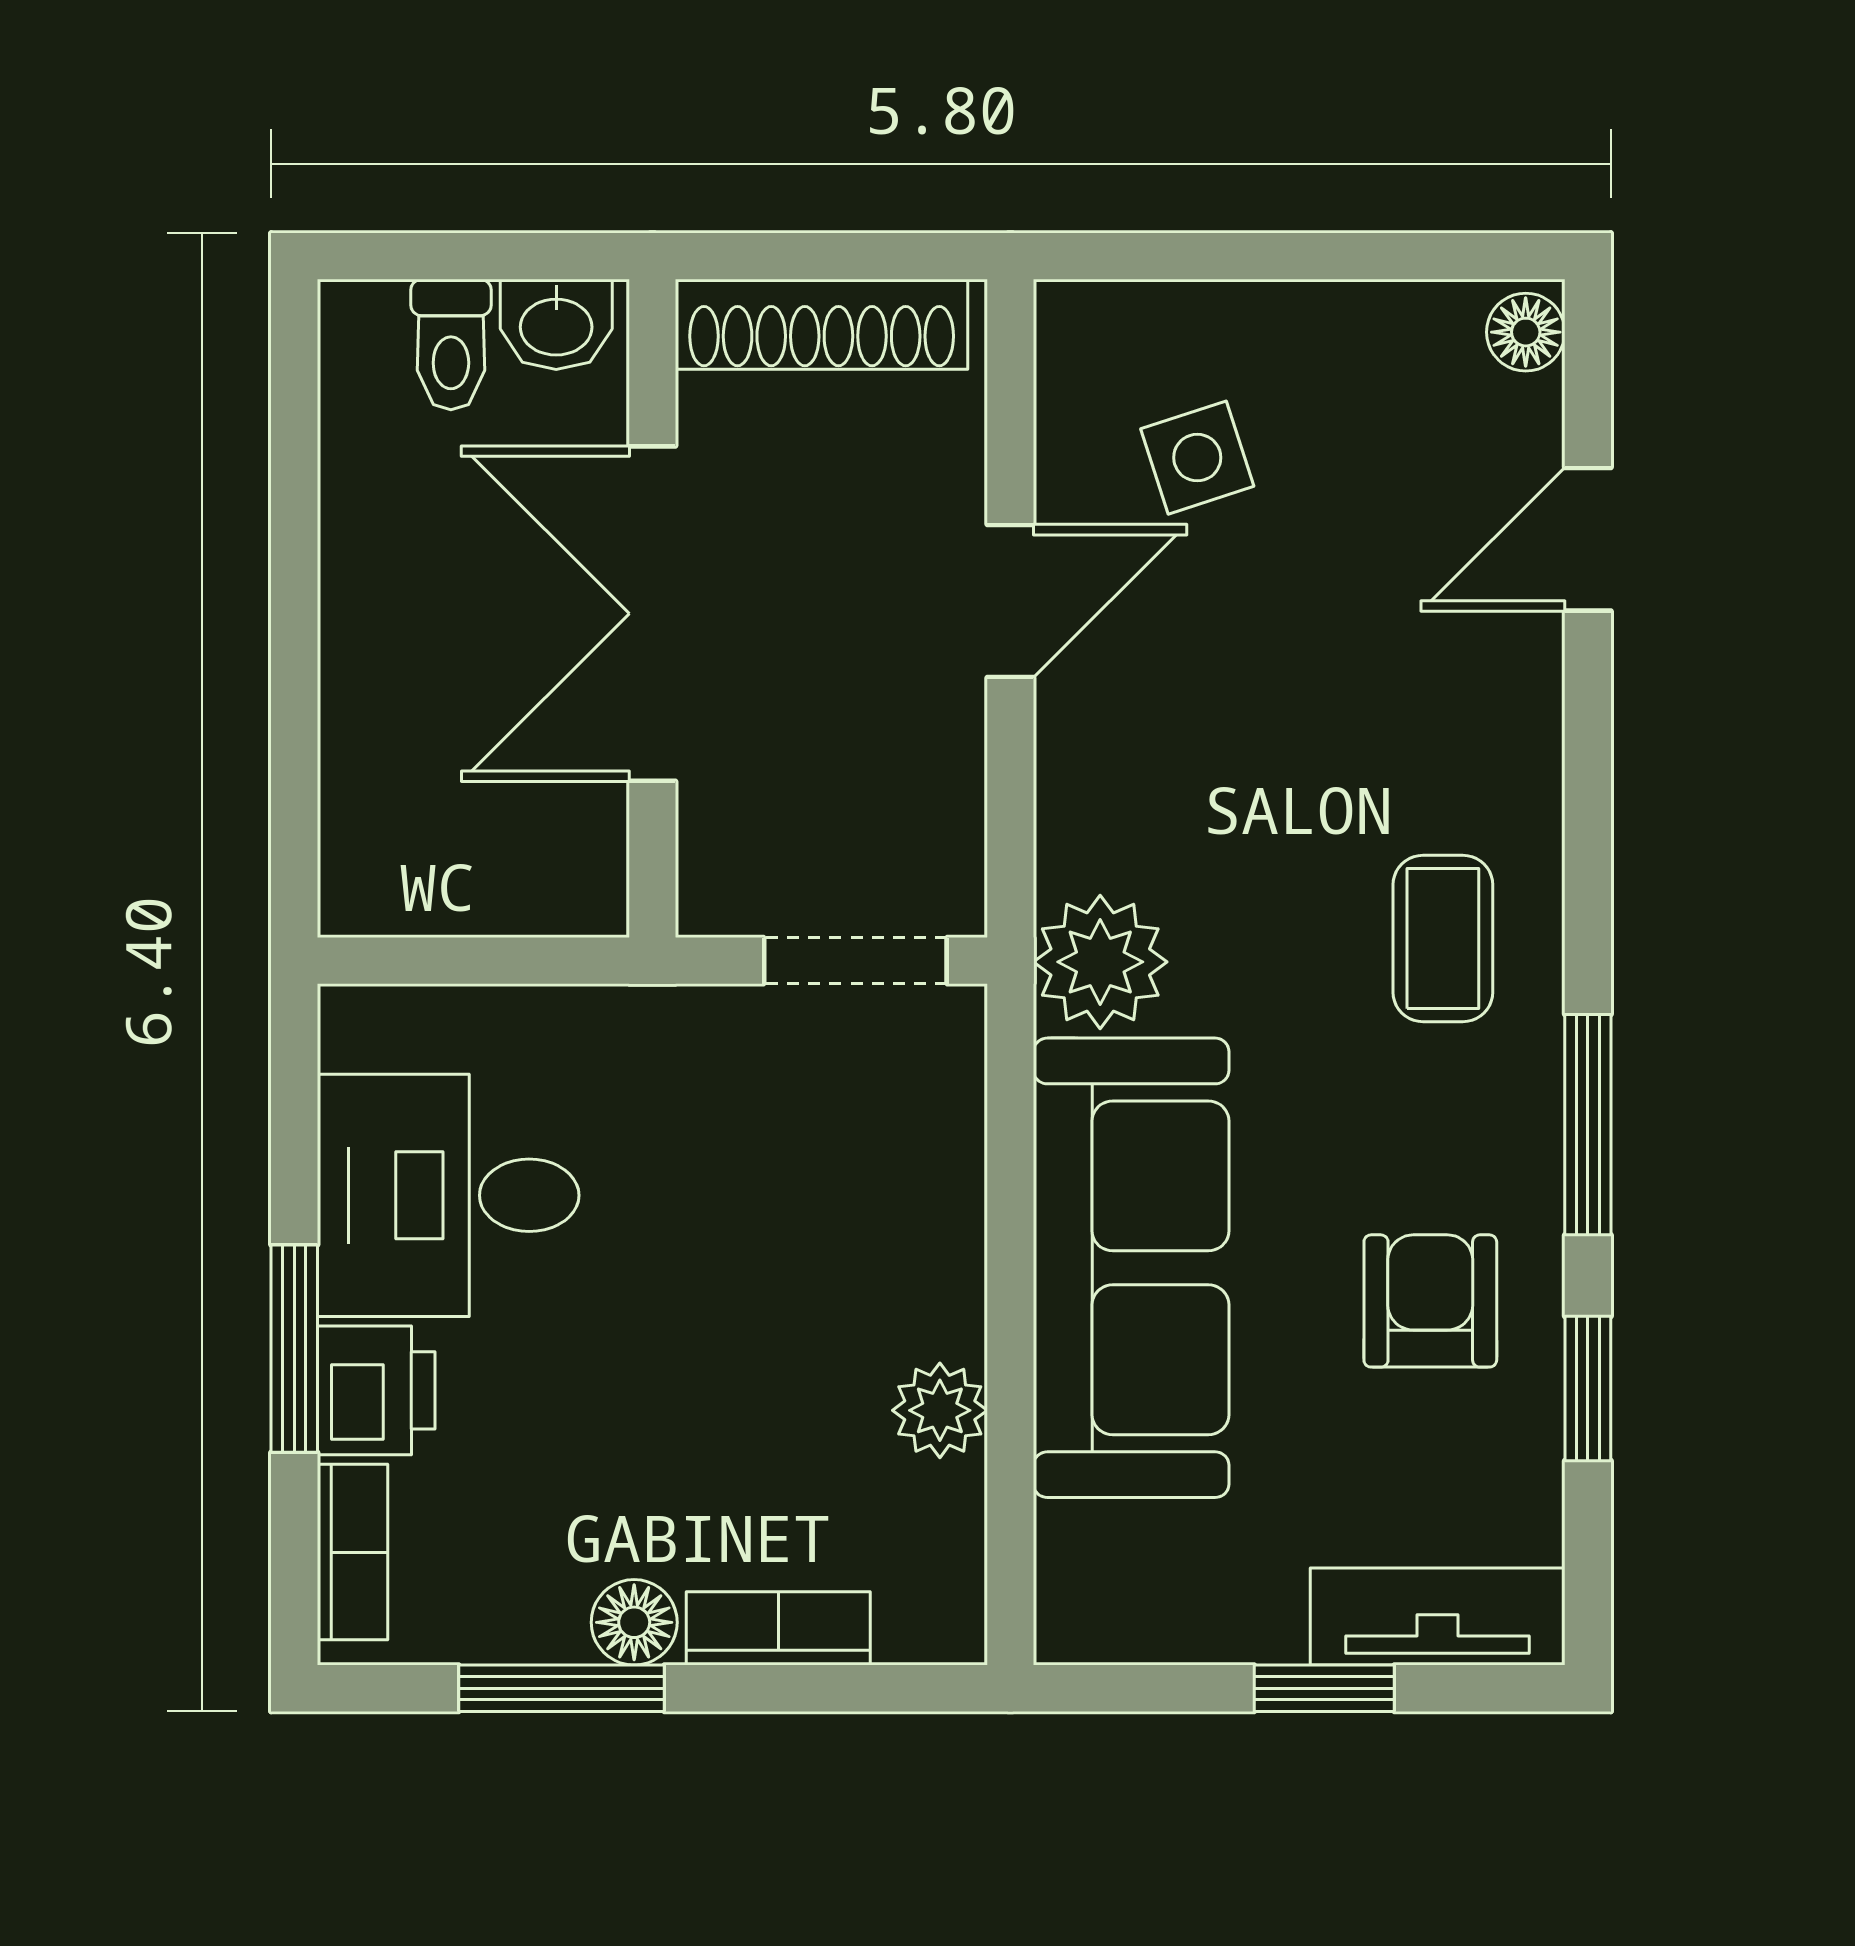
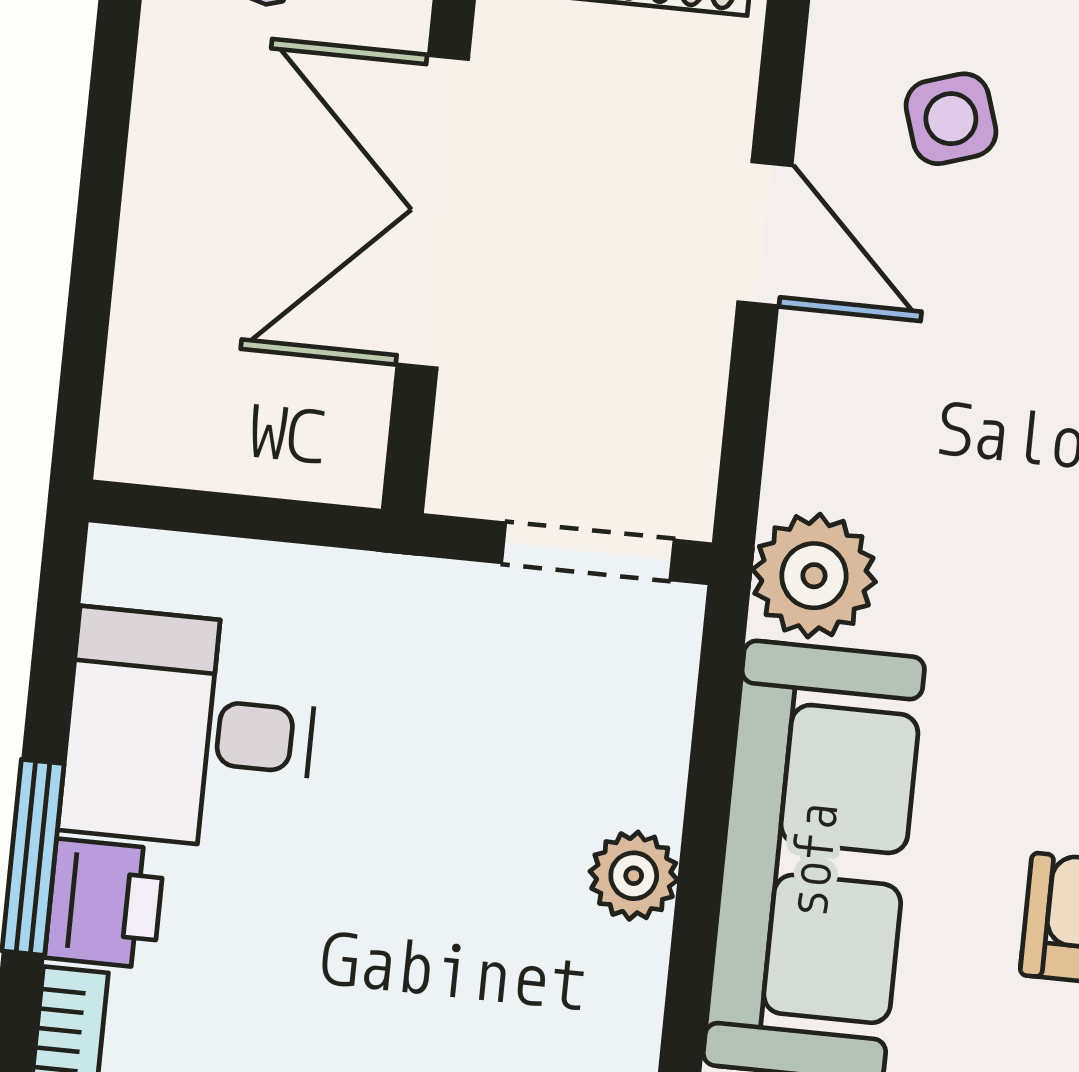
door: (1010, 601) -> (765, 234), hinge flipped
plant: (940, 1410) -> (634, 876), moved

